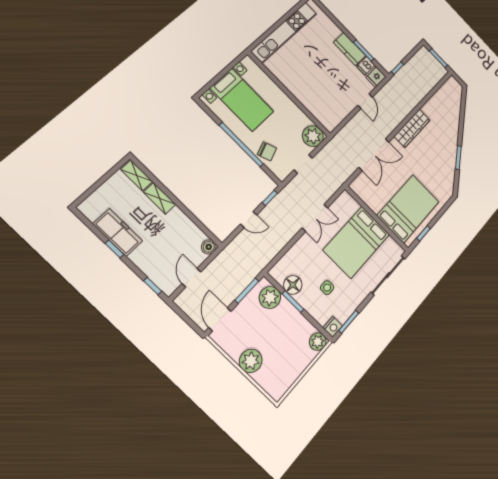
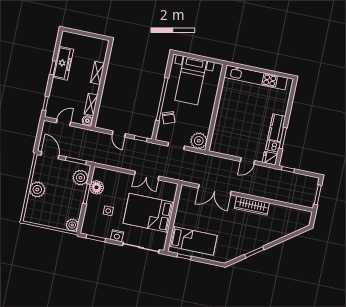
shelving: (137, 175) -> (91, 104), moved
bed: (408, 209) -> (193, 241), width x0.67
door: (220, 319) -> (50, 155), hinge flipped
nightstand: (333, 327) -> (117, 236), moved

